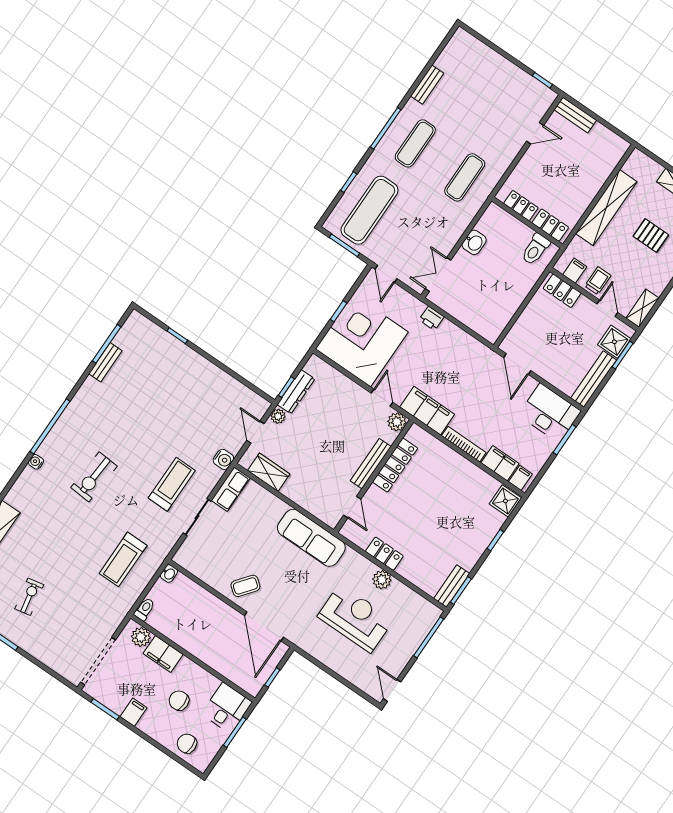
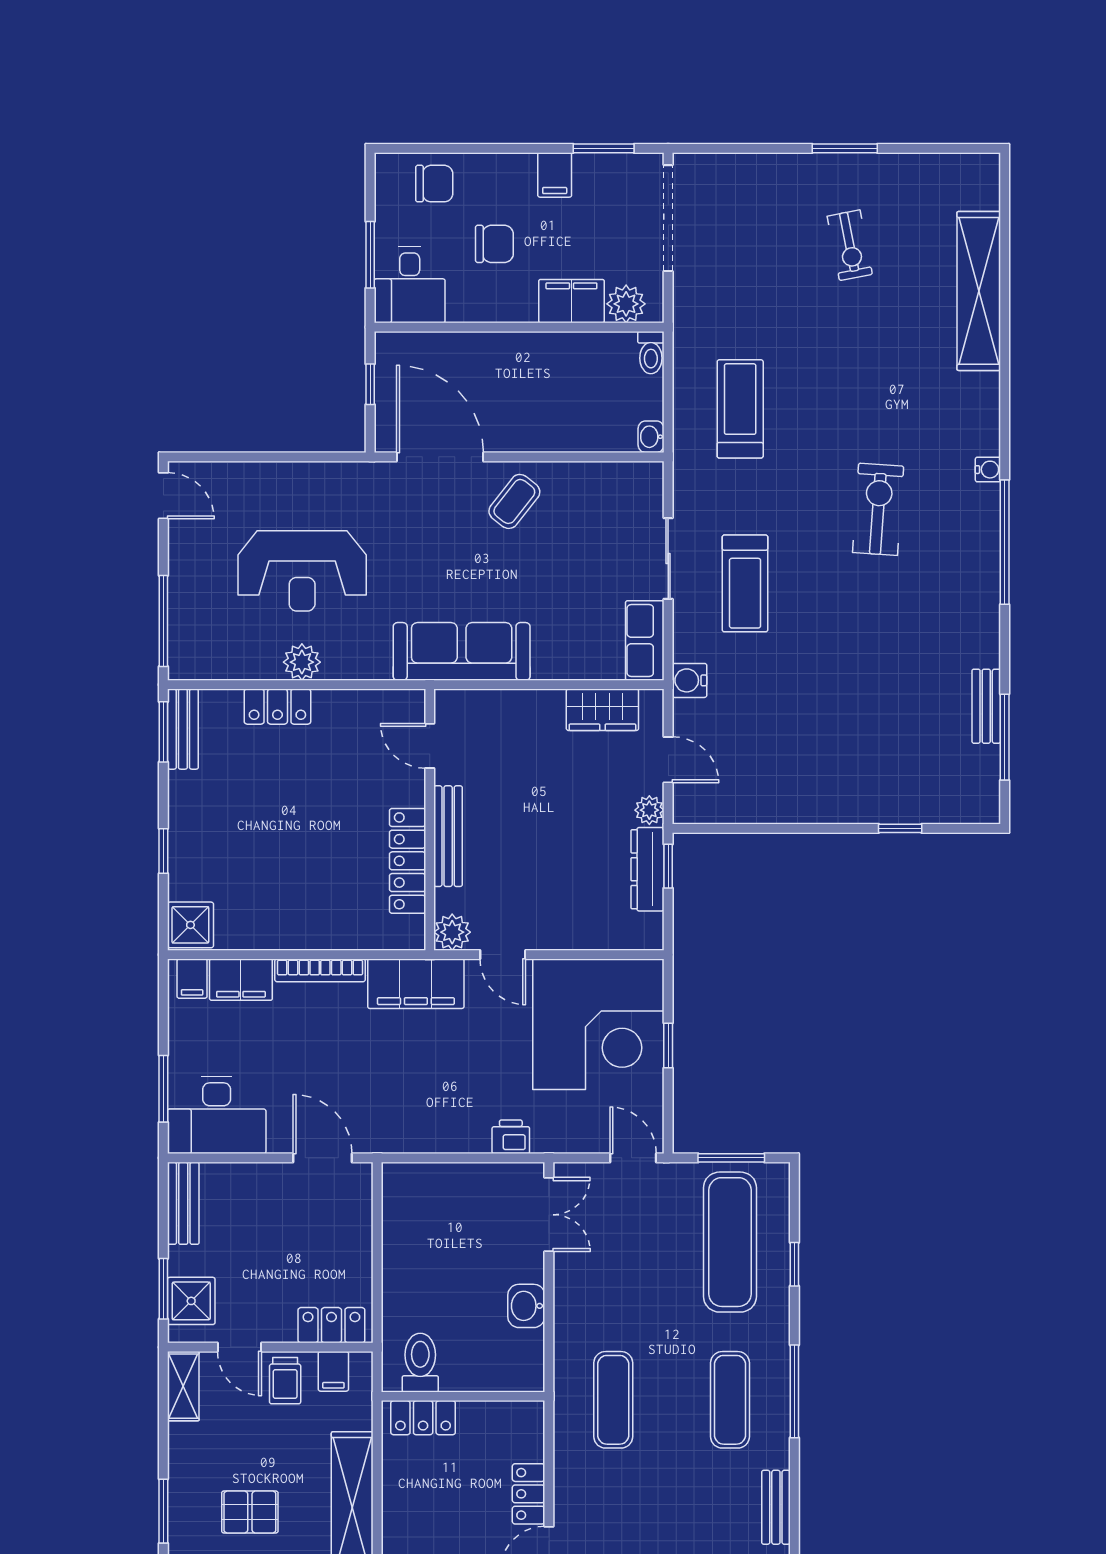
locker: (521, 206) -> (529, 1494), moved, turned 90
bench: (594, 379) -> (183, 1203), width x0.73
locker: (384, 554) -> (277, 707), moved

